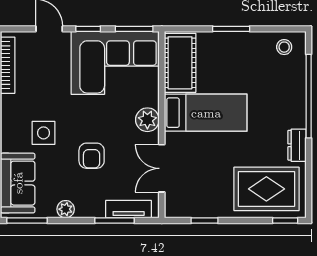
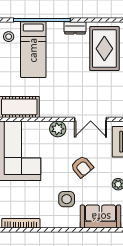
bed: (206, 113) -> (33, 50), moved, turned 180
armchair: (92, 156) -> (82, 167), turned 50

